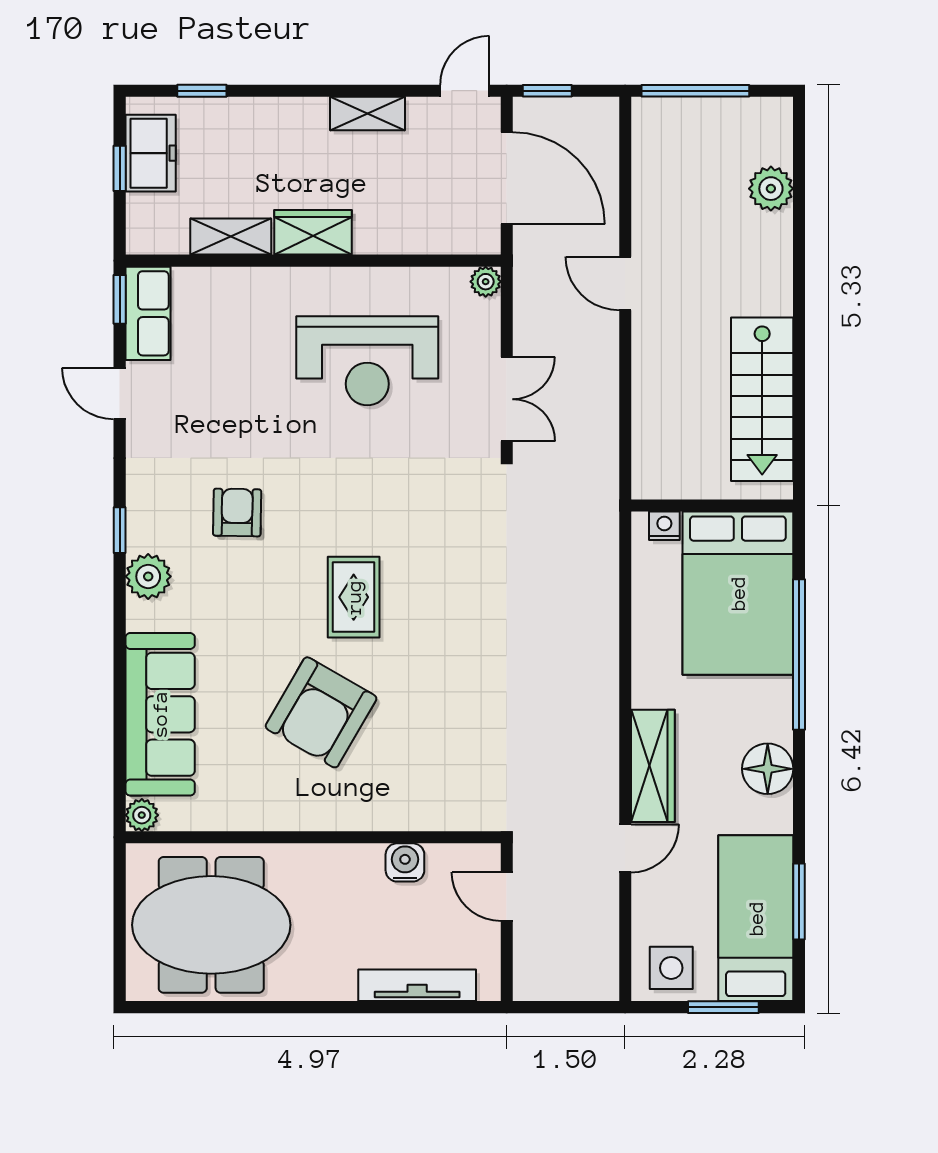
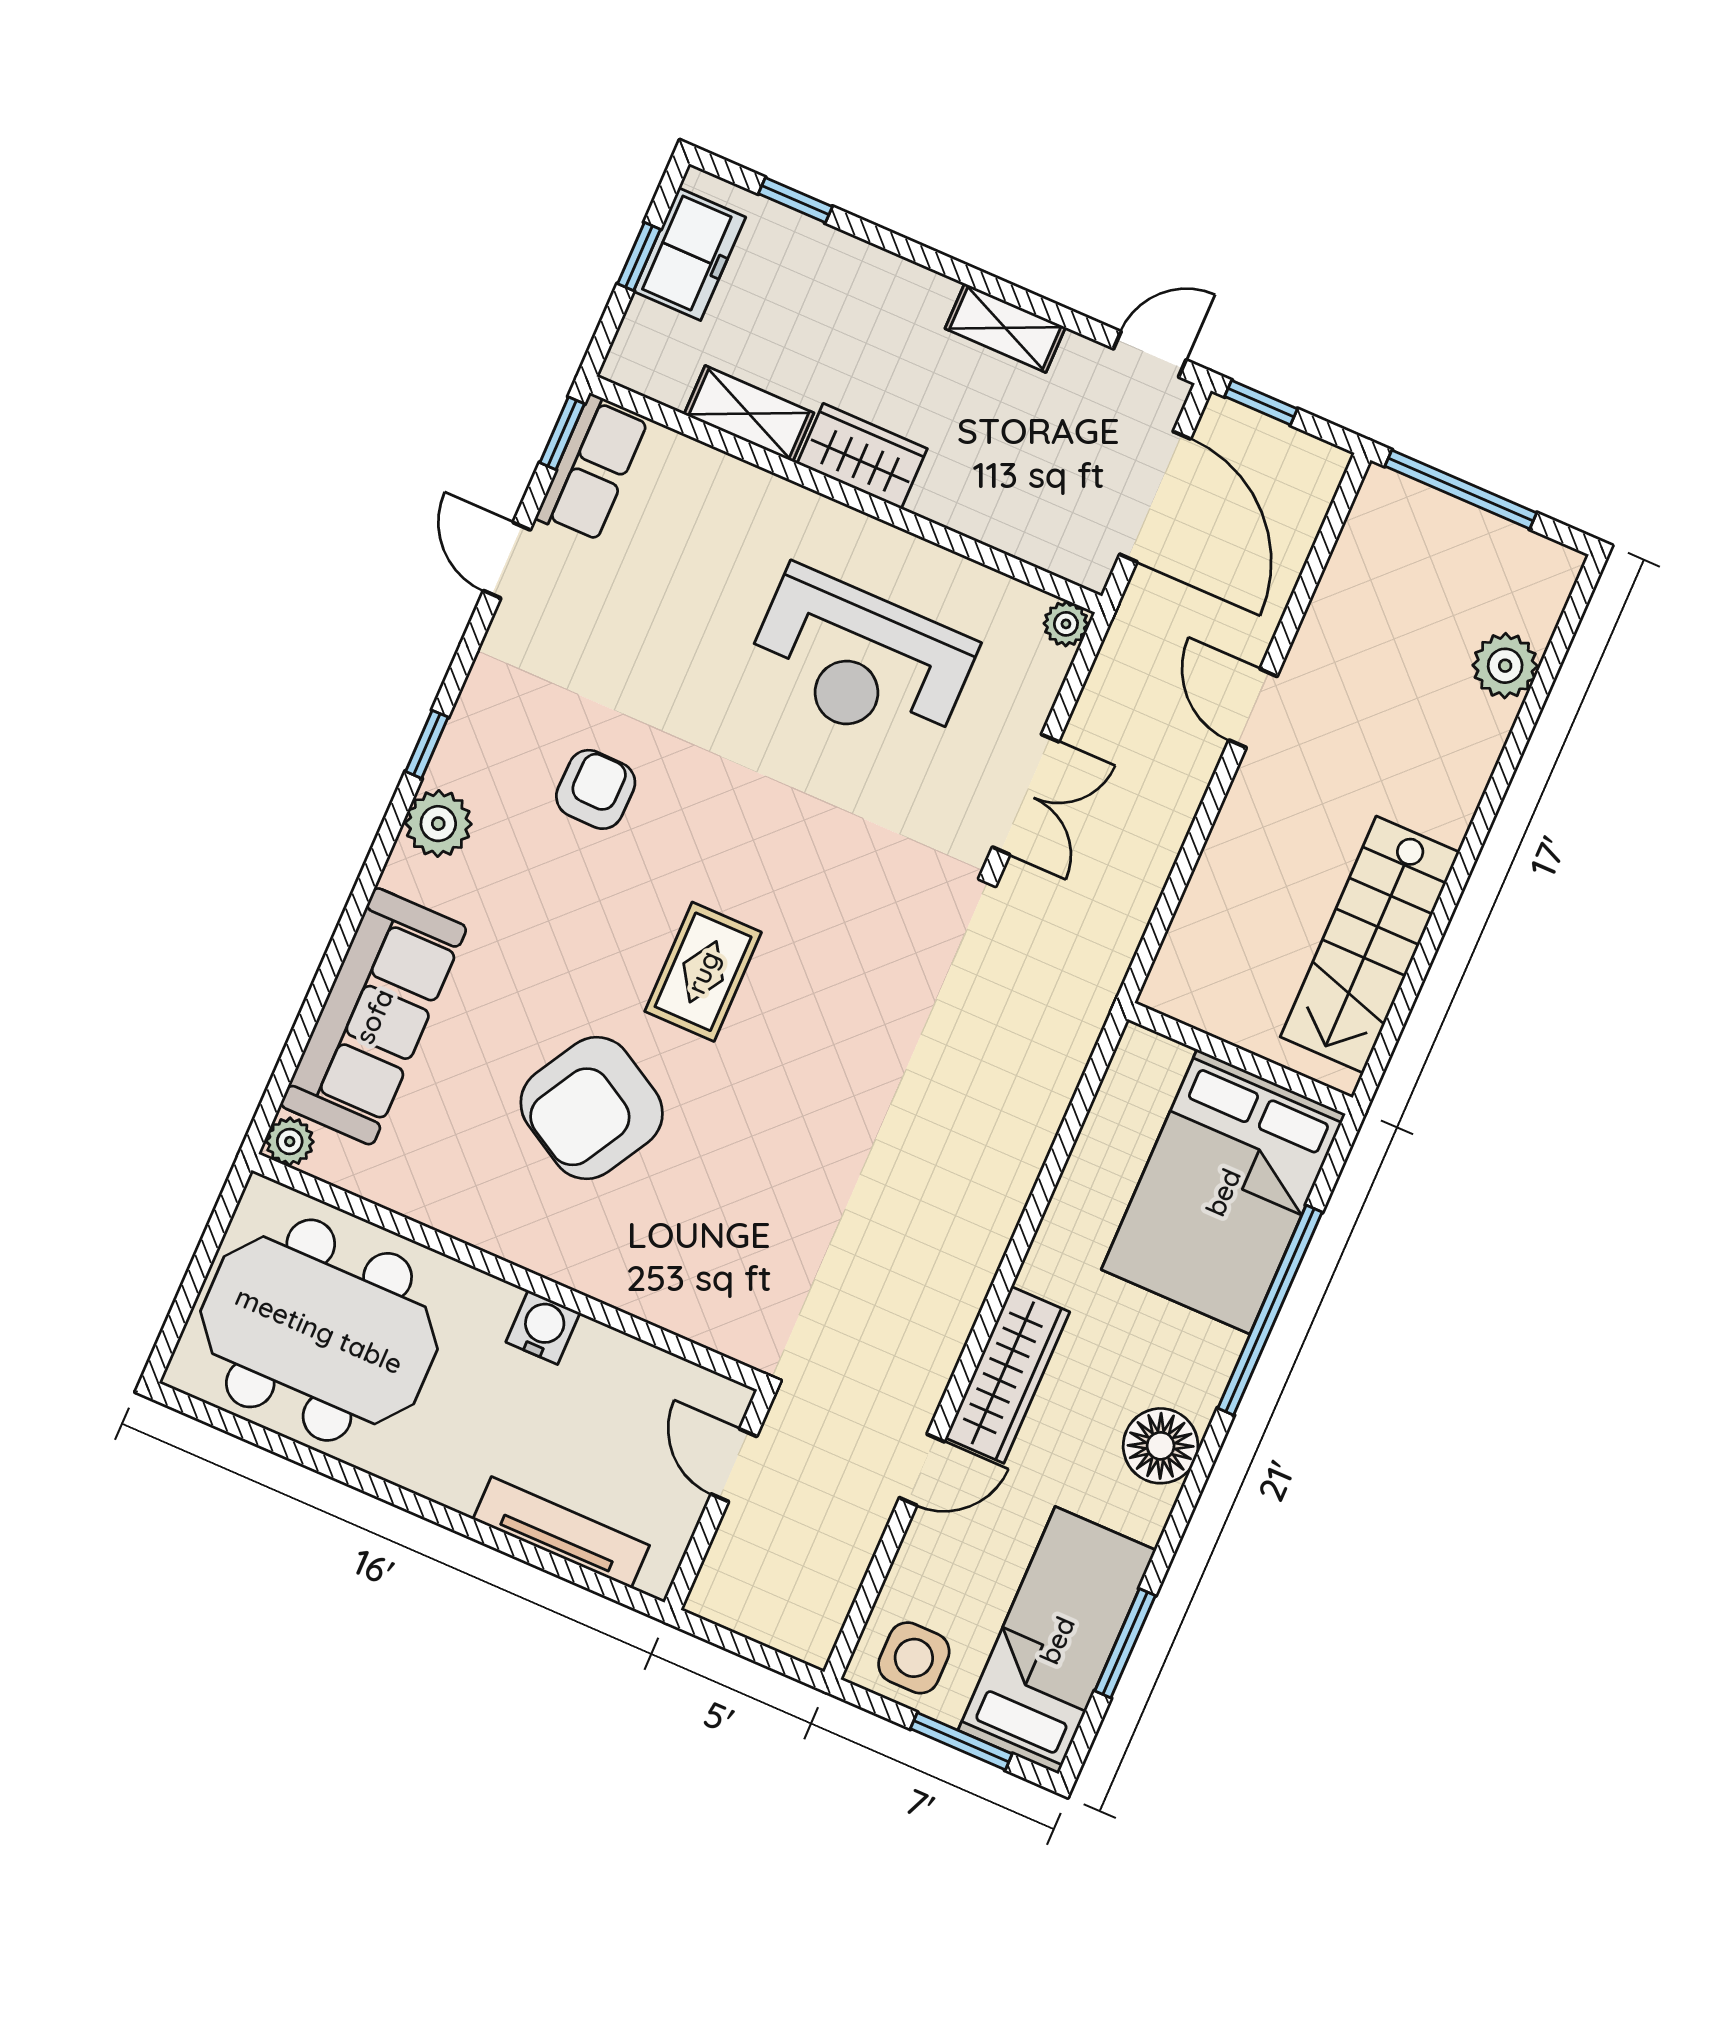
nightstand: (664, 526) -> (1164, 1058), removed
water cooler: (405, 862) -> (543, 1327), moved

